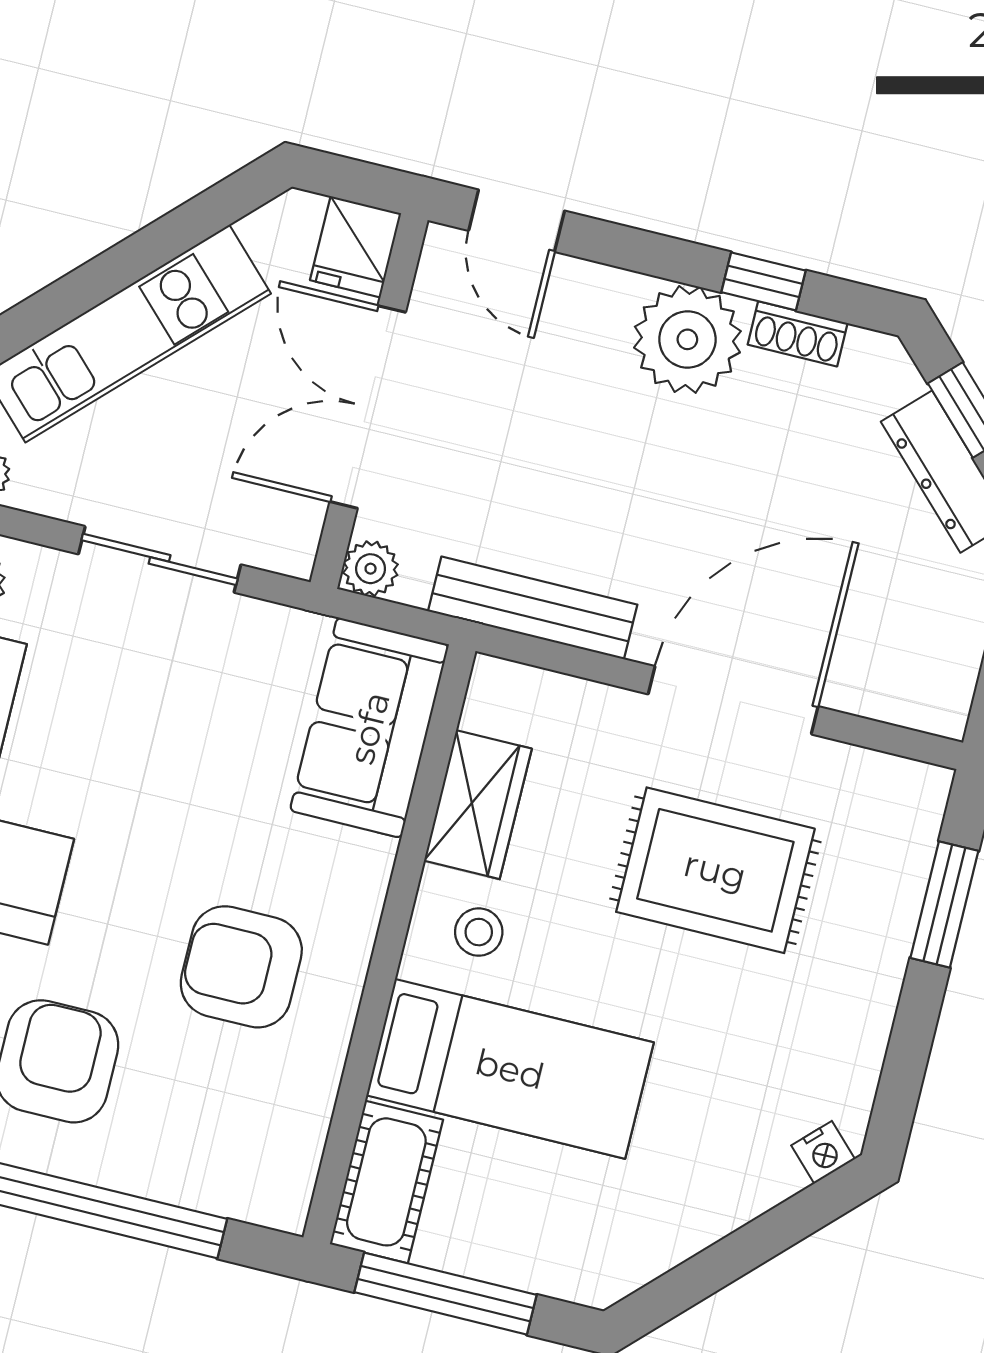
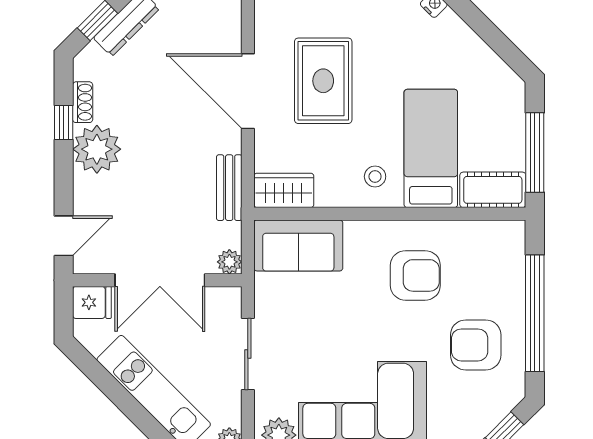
bench: (533, 608) -> (229, 188), width x0.73
wardrobe: (478, 805) -> (284, 190), moved
armchair: (241, 967) -> (415, 275), turned -90

